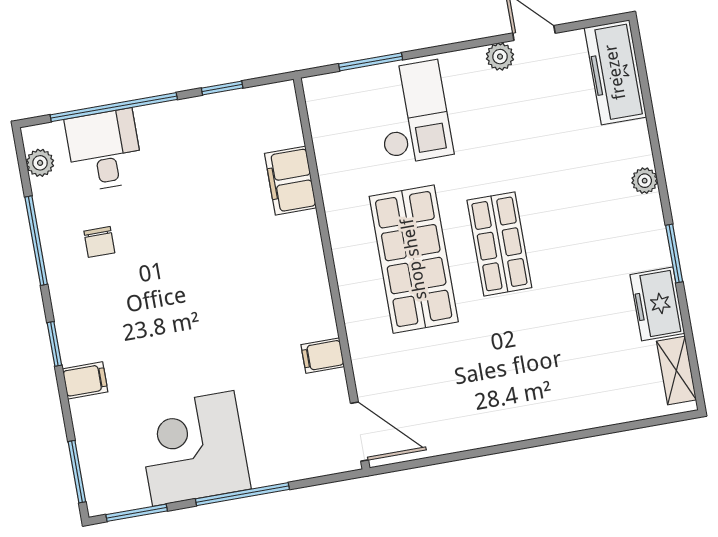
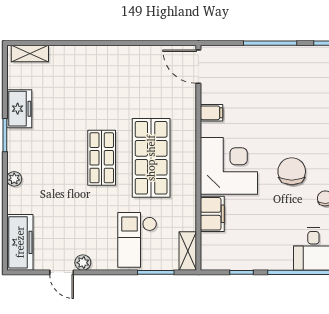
shelving: (322, 109) -> (188, 251), added
chair: (166, 279) -> (292, 171), added
shelving: (676, 371) -> (30, 53), moved, turned 90
corner desk: (193, 448) -> (229, 166), moved, turned -90

